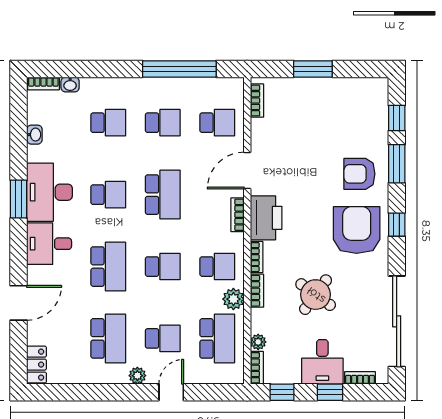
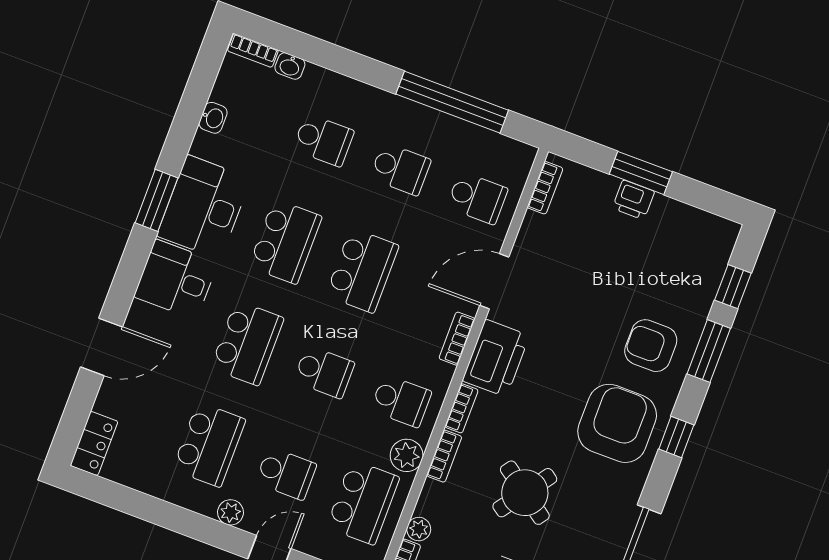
printer: (315, 87) -> (633, 200), added
school desk: (108, 195) -> (285, 242), width x1.85

